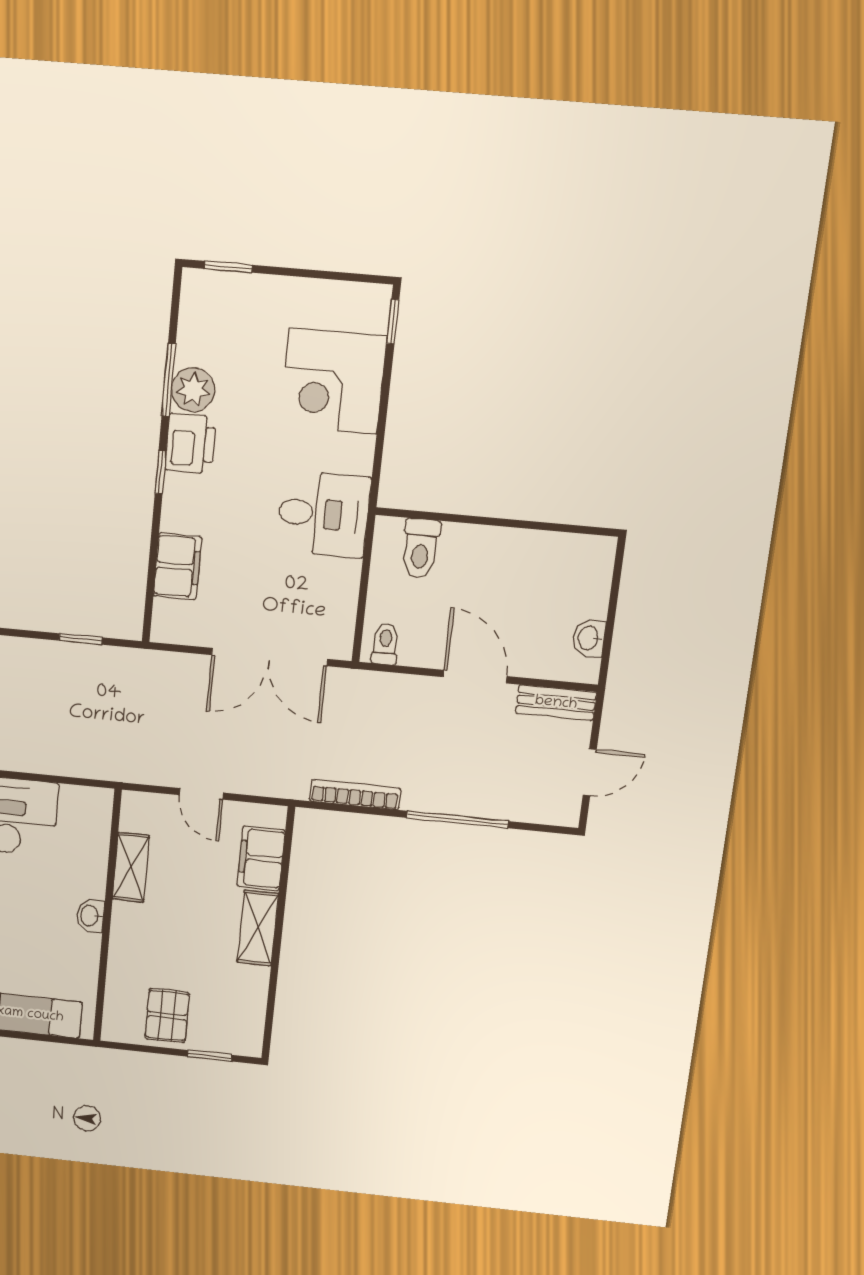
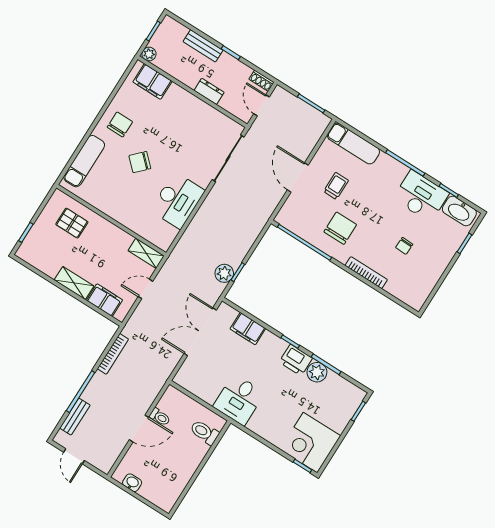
corner desk: (333, 381) -> (310, 443), moved, turned -90
toilet: (385, 644) -> (160, 417), moved
double door: (269, 657) -> (200, 332), moved
plant: (96, 663) -> (224, 273), added
bench: (556, 703) -> (75, 417), moved
shelving: (131, 867) -> (146, 253), moved
washbasin: (90, 916) -> (115, 213), removed
pallet: (167, 1016) -> (72, 223), moved

